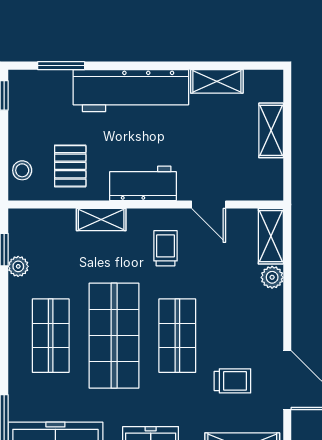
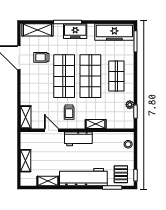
pallet: (70, 166) -> (121, 174), moved
plant: (272, 277) -> (25, 100), removed
shop shelf: (177, 336) -> (64, 76), width x1.43, depth x1.36

